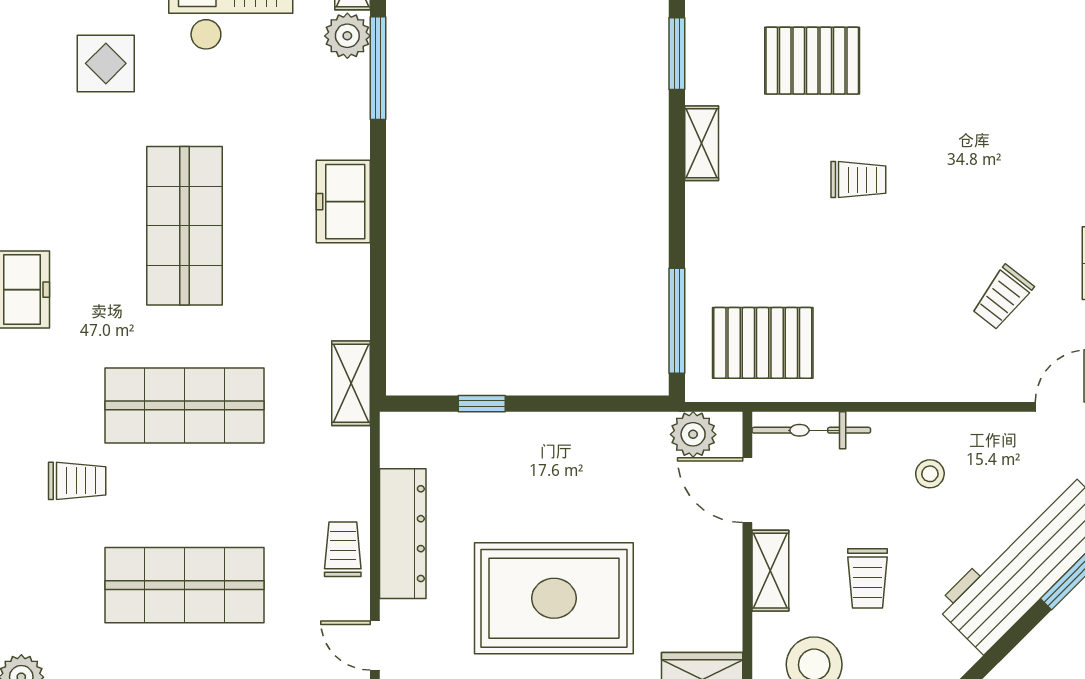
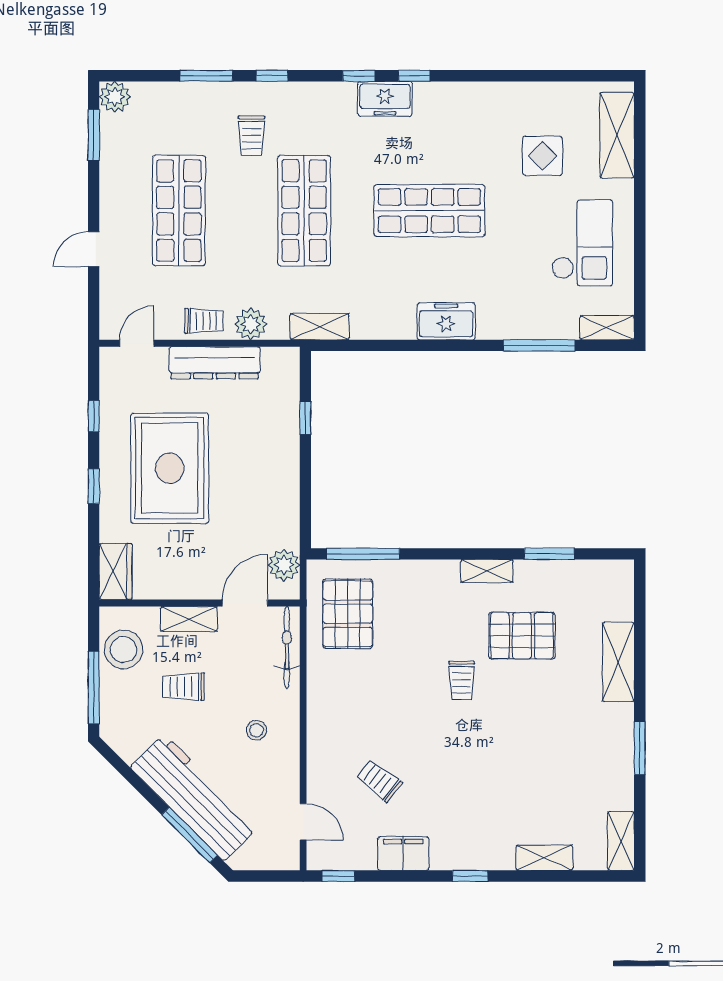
plant: (347, 36) -> (251, 324), moved
pallet: (812, 61) -> (522, 636), moved, turned 90

